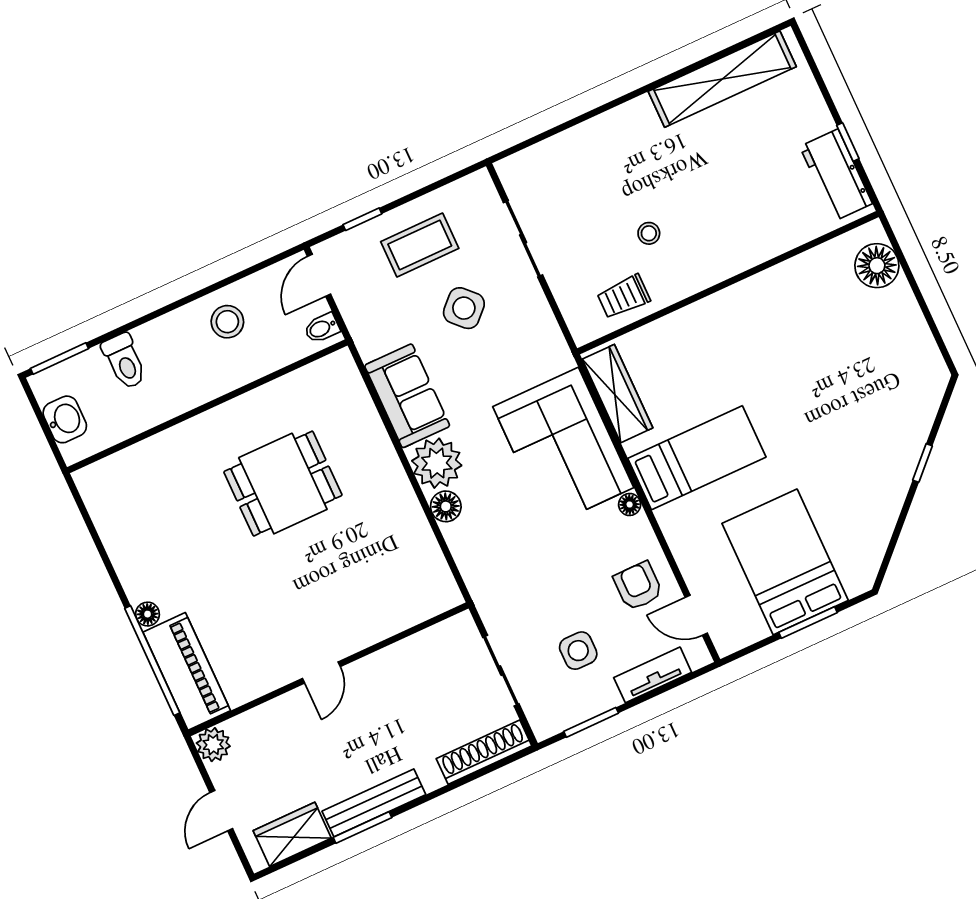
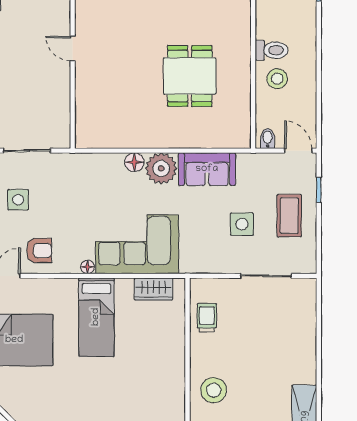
stool: (649, 233) -> (214, 390), moved, width x1.89, depth x1.89
side table: (464, 308) -> (242, 224), turned 45
stool: (227, 322) -> (277, 79), moved
toilet: (124, 361) -> (272, 50), moved, turned 180
wardrobe: (617, 394) -> (153, 289), width x0.67

